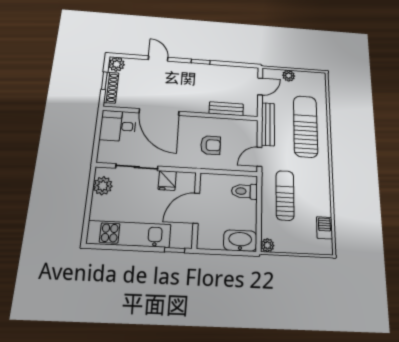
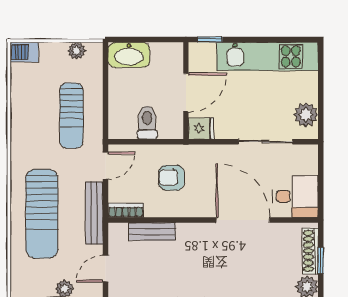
bookcase: (245, 124) -> (126, 210), added
fridge: (167, 180) -> (201, 128), moved, turned 90
toilet: (244, 191) -> (147, 122), moved, turned -90
barbecue: (325, 228) -> (24, 52), moved, turned 90
plant: (267, 245) -> (77, 51), moved

